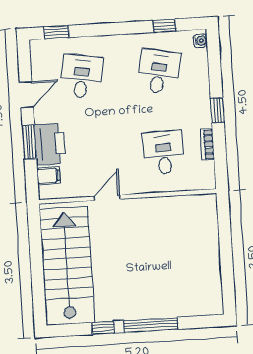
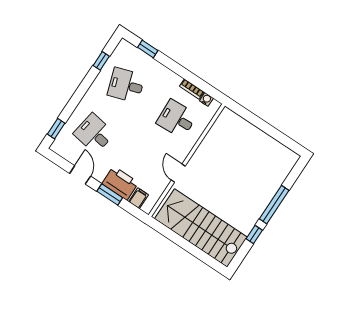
water cooler: (200, 41) -> (206, 99), moved
desk: (159, 72) -> (126, 85), turned -30
window: (217, 110) -> (148, 49), moved

